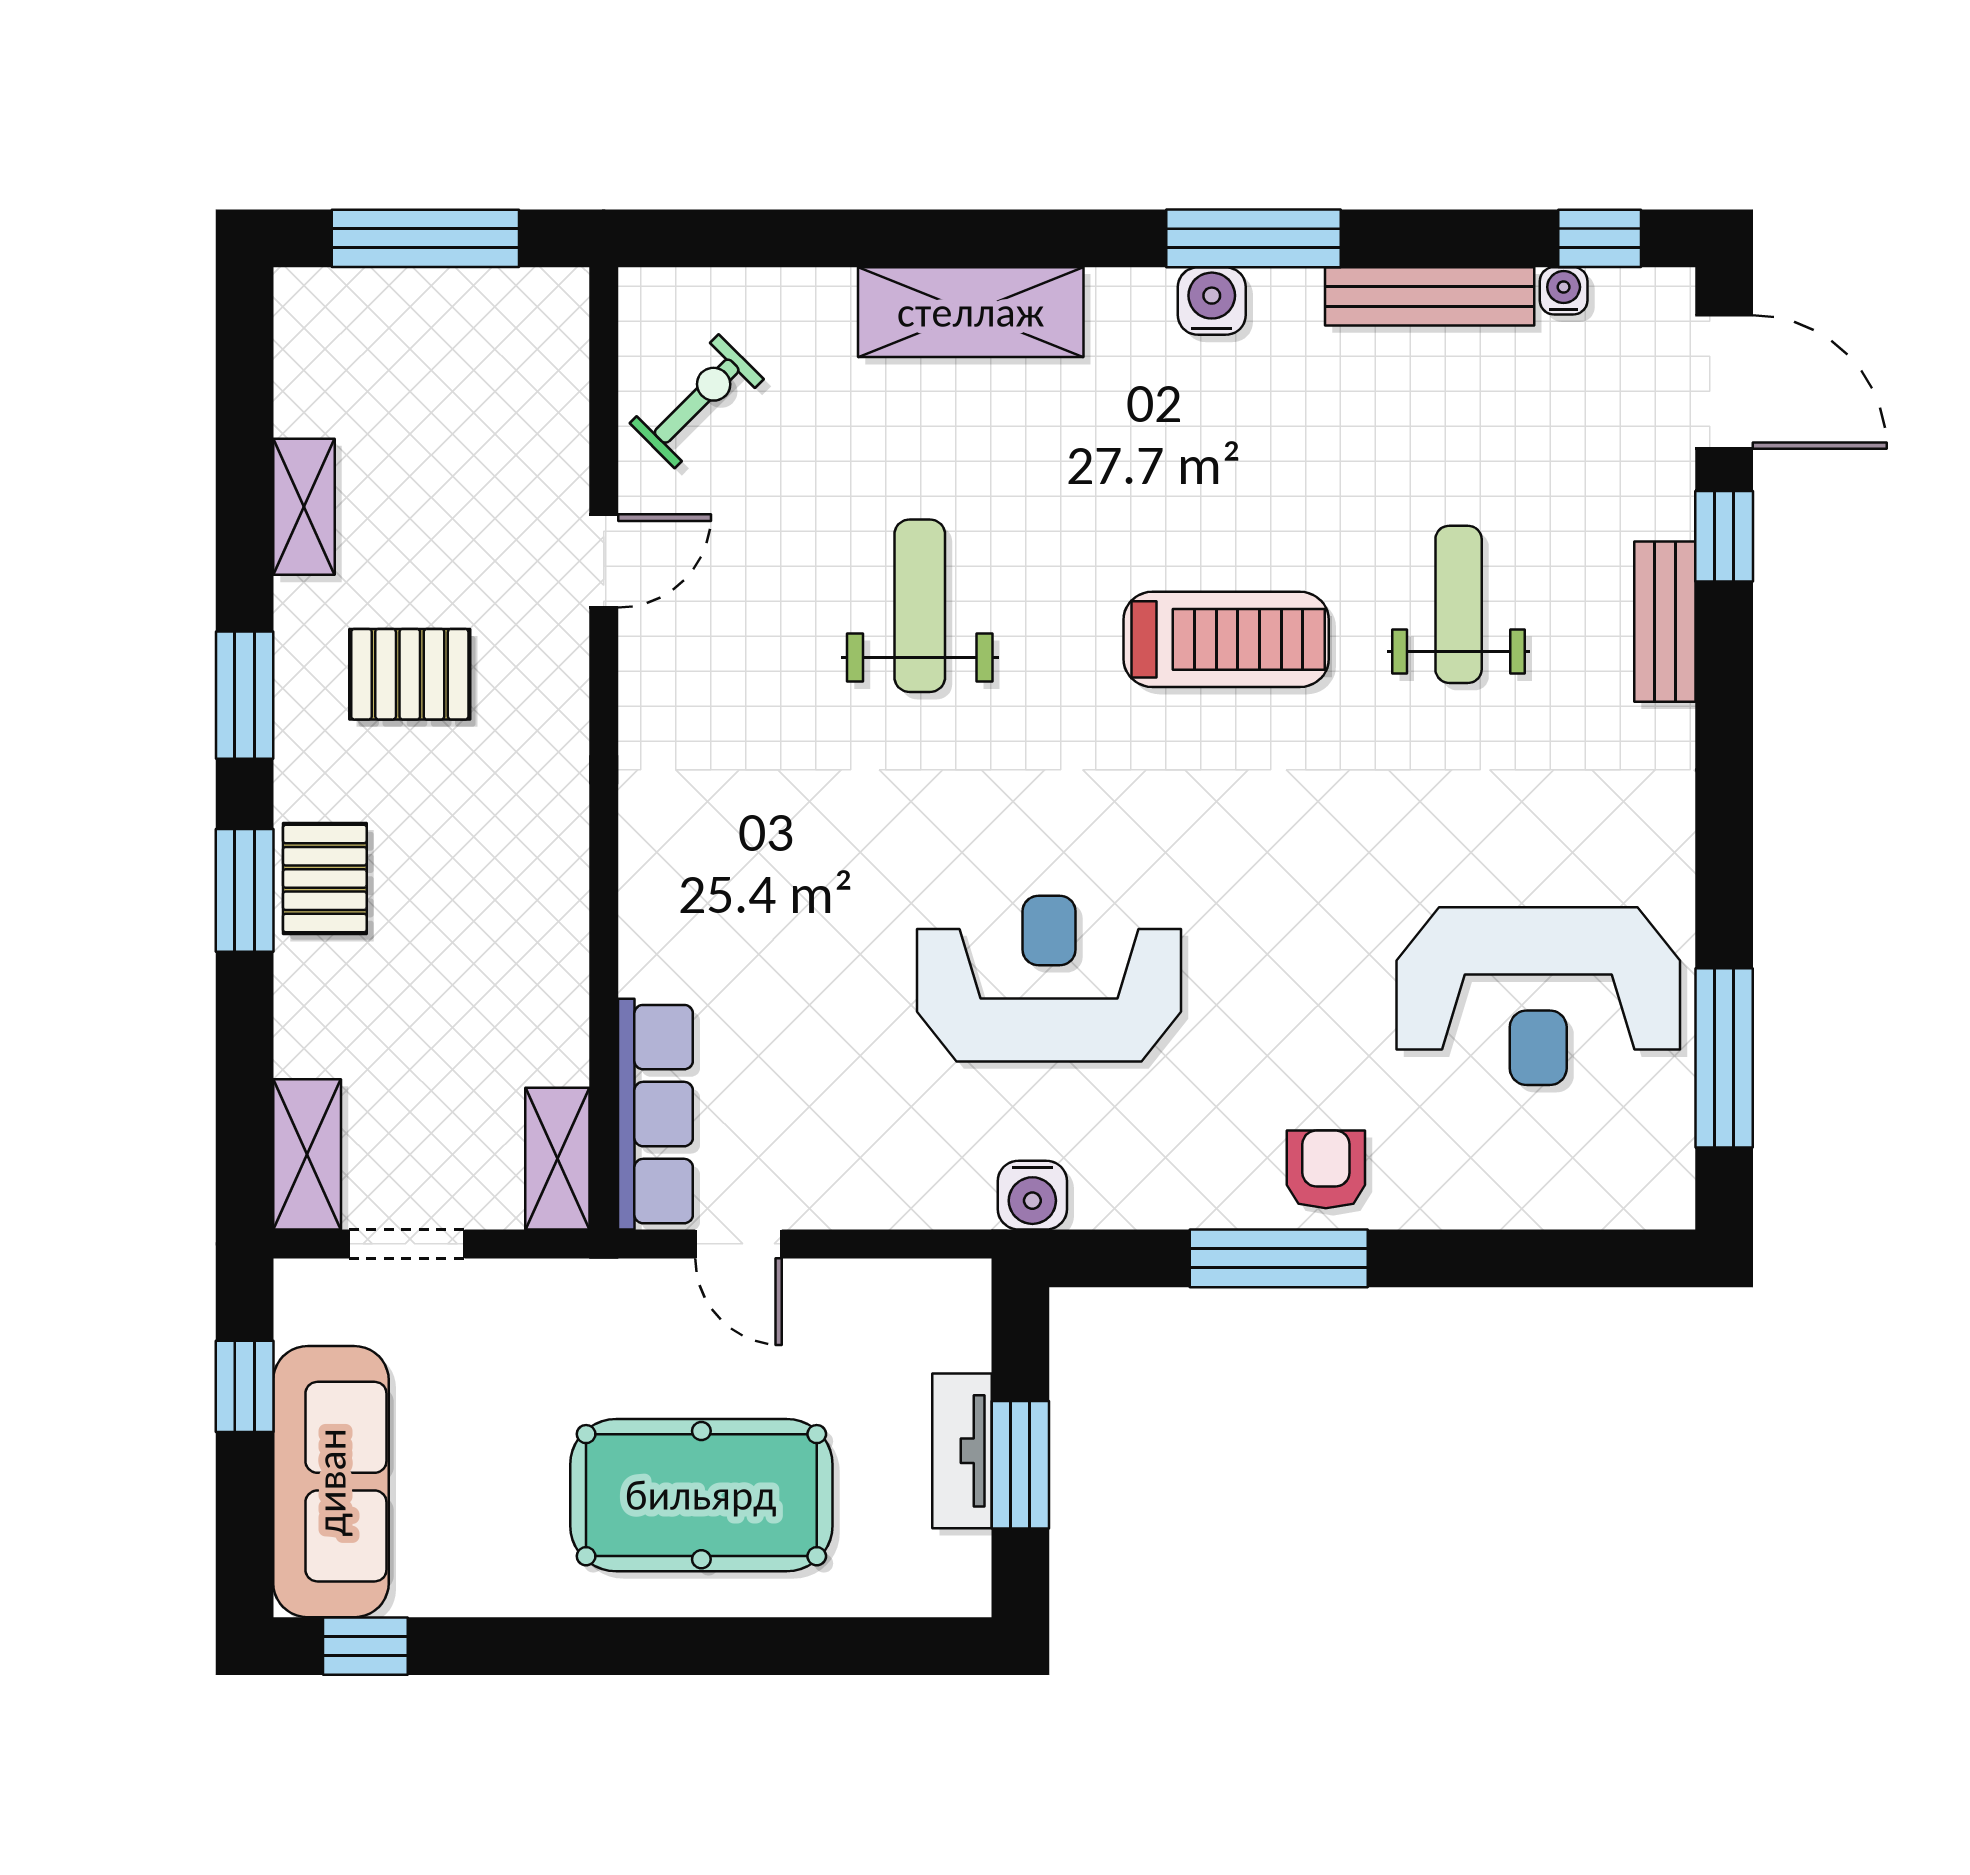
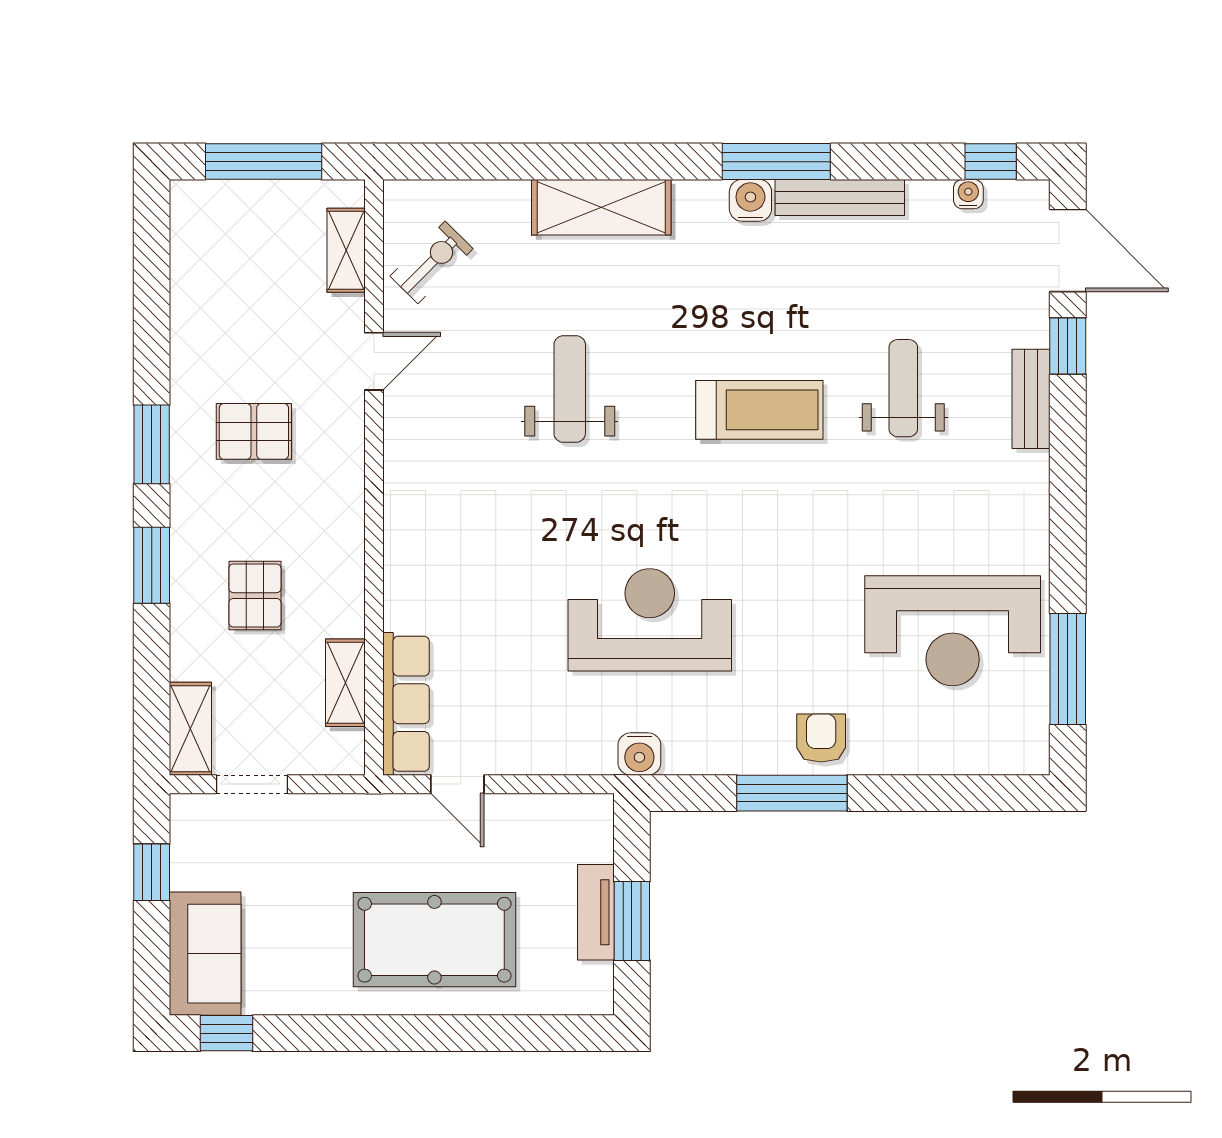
bench: (1430, 296) -> (840, 197), moved
shelving: (304, 507) -> (346, 250), moved
pallet: (325, 879) -> (255, 596), moved
shelving: (557, 1159) -> (345, 683), moved
sofa: (331, 1482) -> (205, 954), width x0.73

